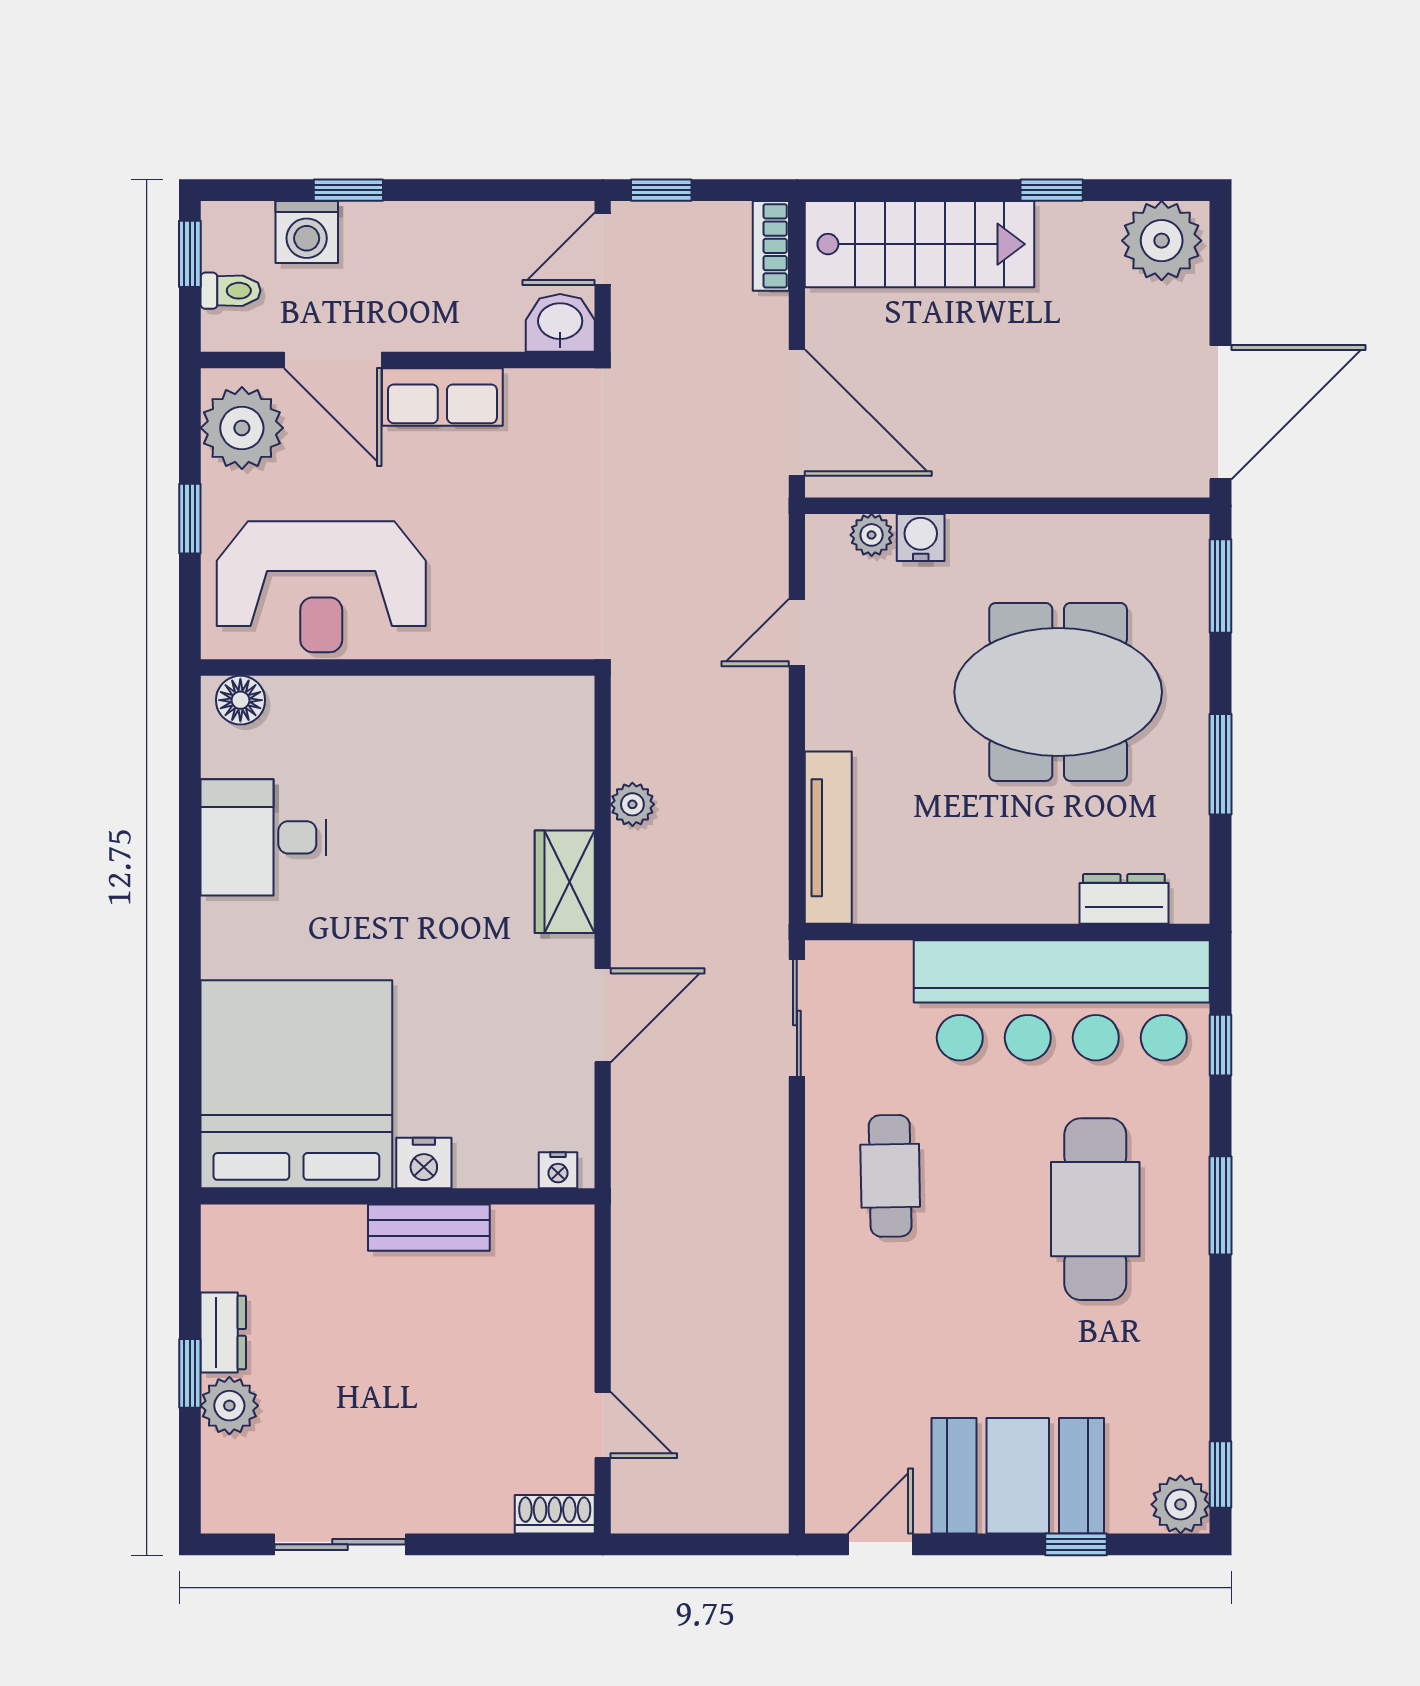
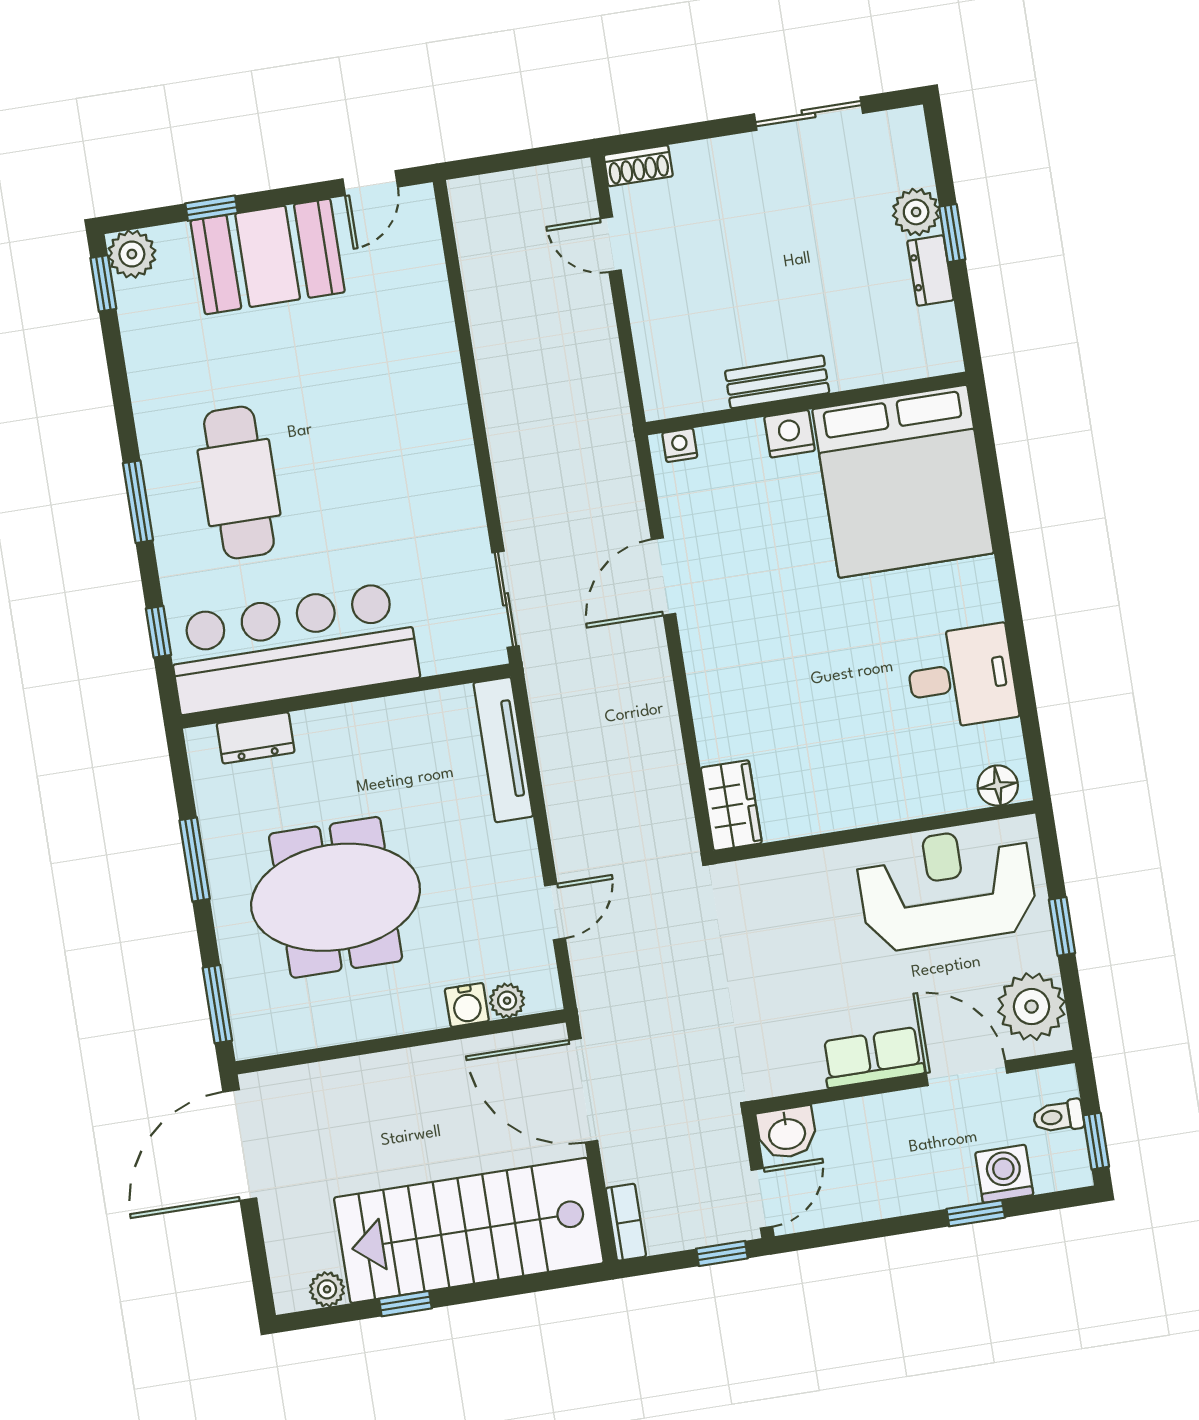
plant: (1162, 241) -> (327, 1289), width x0.53, depth x0.53
stairs: (920, 244) -> (469, 1230), width x1.36, depth x1.51
plant: (632, 804) -> (666, 751), removed
wardrobe: (565, 882) -> (731, 805), moved
cafe table: (890, 1176) -> (410, 483), removed

